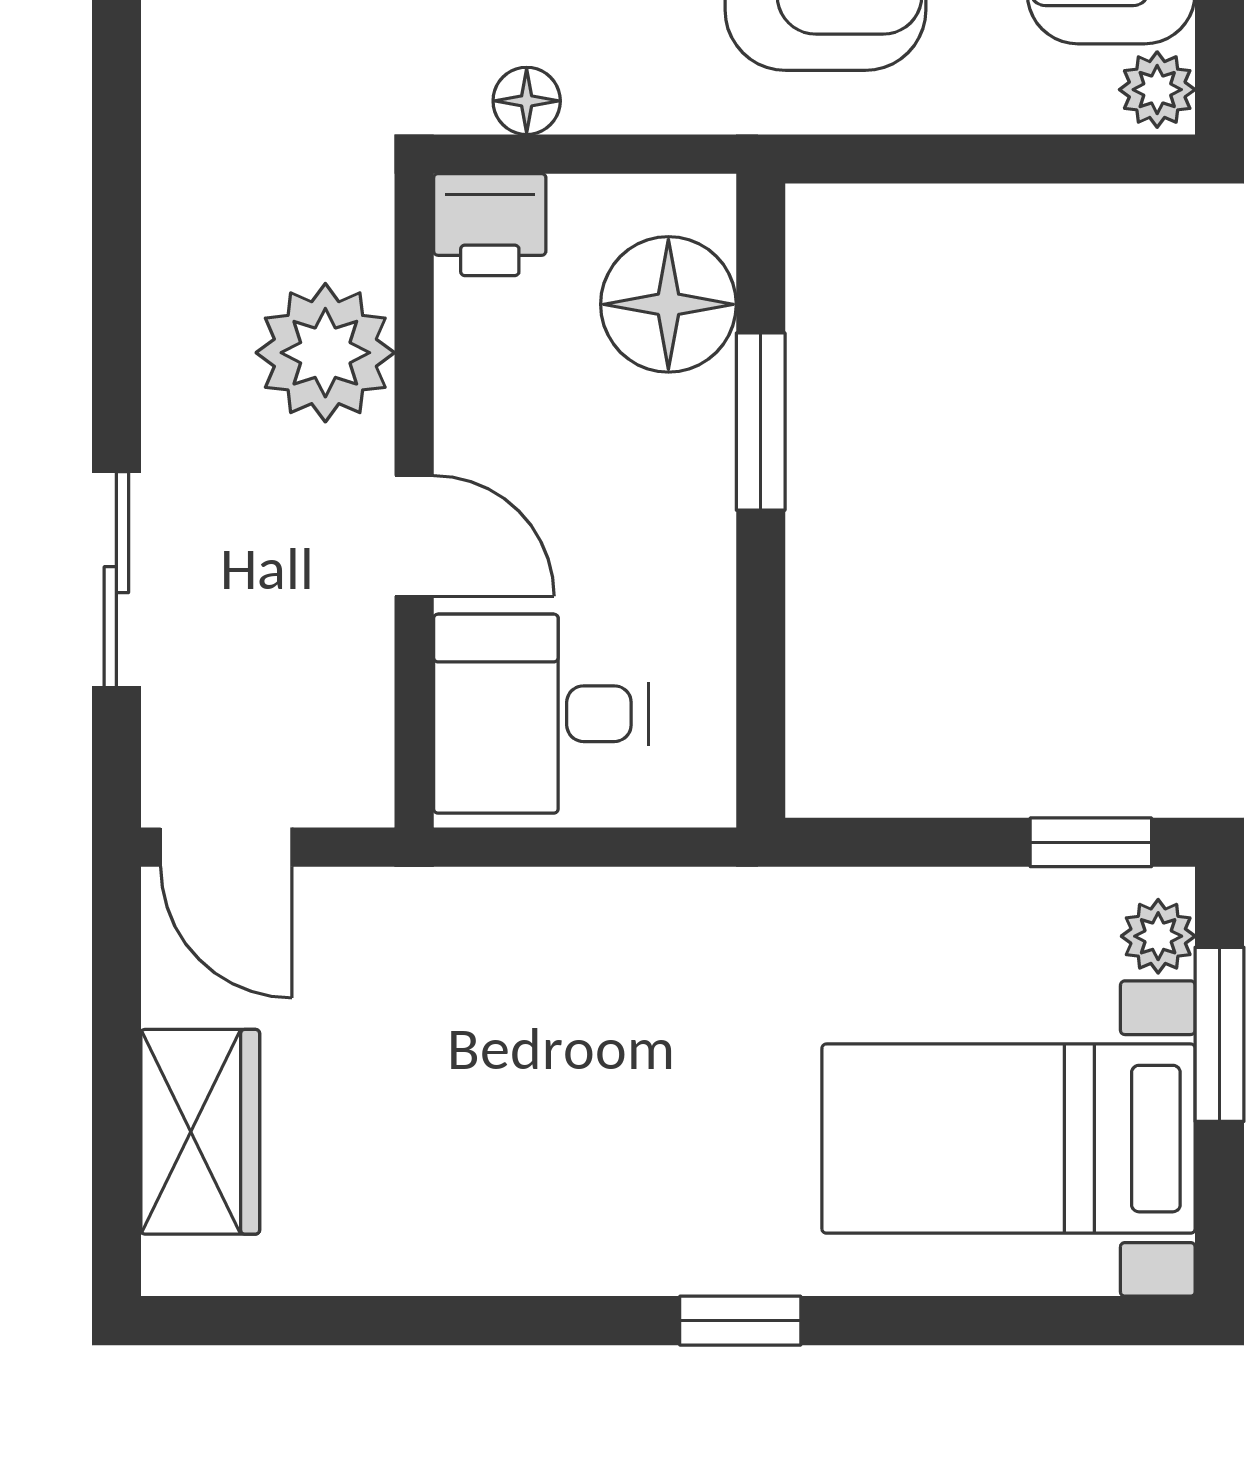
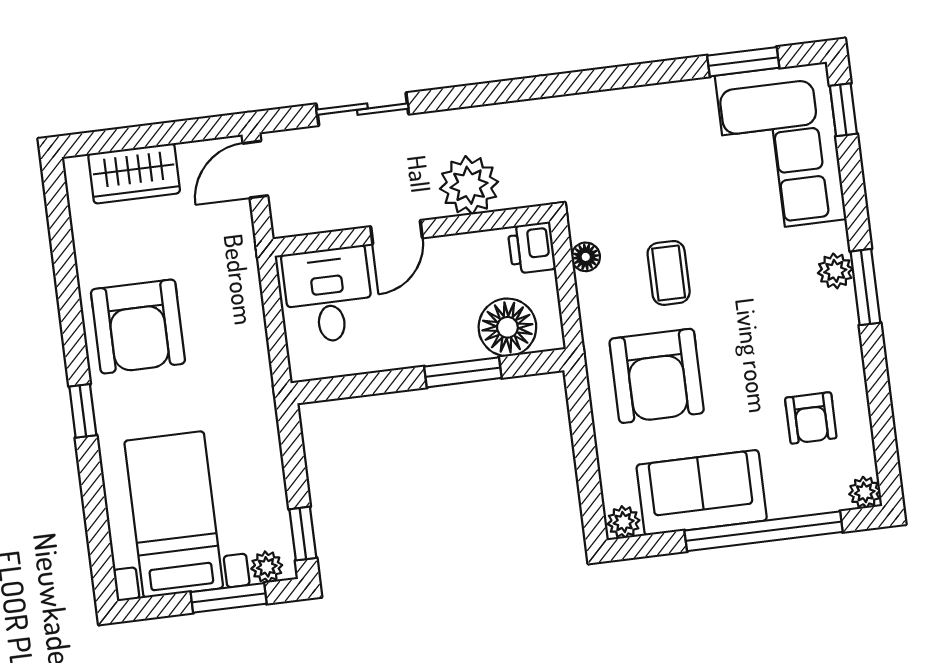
armchair: (559, 1167) -> (138, 326), added

